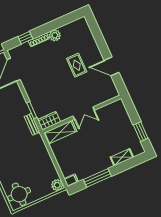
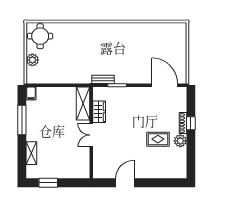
window: (25, 38) -> (191, 123), moved
rug: (77, 65) -> (158, 139), moved
wardrobe: (49, 121) -> (99, 112), moved
plant: (57, 185) -> (32, 60), moved

